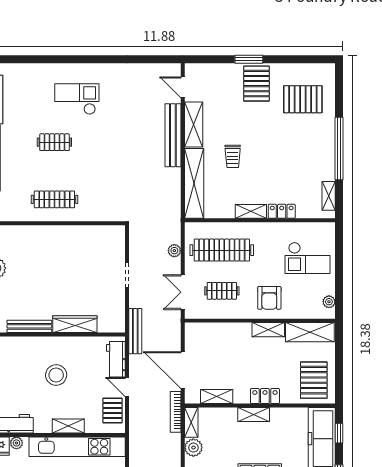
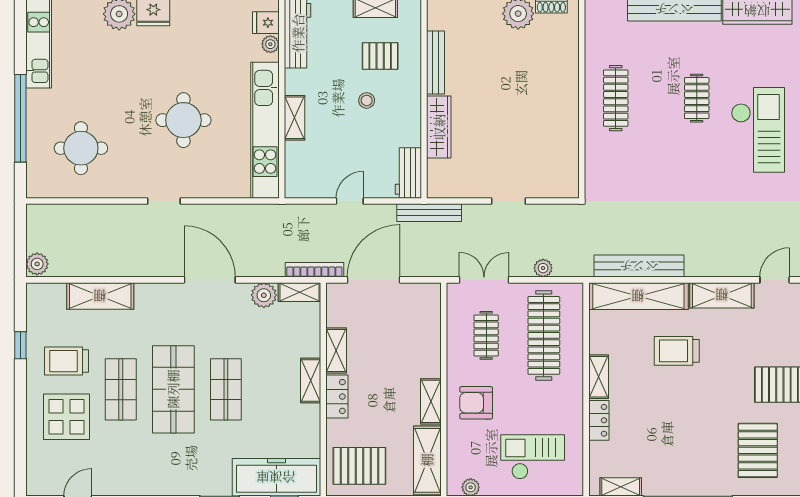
checkout: (77, 99) -> (758, 130), width x1.36, depth x1.21
bench: (173, 135) -> (639, 266), moved
trolley: (233, 156) -> (677, 351), width x1.36, depth x1.39
checkout: (307, 258) -> (533, 457), turned 90
workbench: (116, 359) -> (408, 173), moved, turned -90
stool: (56, 375) -> (367, 100), width x0.53, depth x0.53
shelving: (217, 396) -> (336, 350), moved
pallet: (112, 410) -> (380, 56), moved

